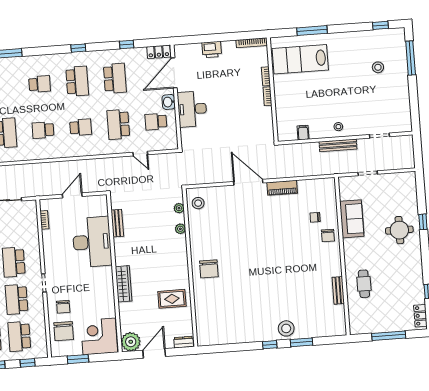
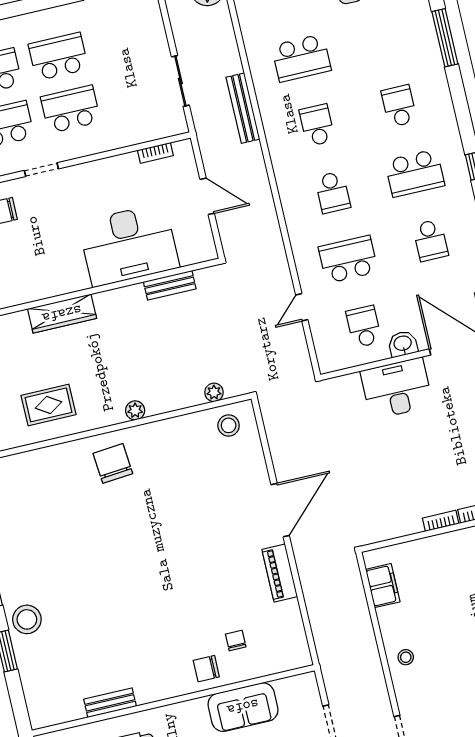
school desk: (115, 78) -> (430, 240), width x0.54
school desk: (40, 84) -> (399, 106), turned 180
filing cabinet: (303, 133) -> (383, 586), width x2.00
bench: (338, 145) -> (243, 108), moved
plant: (180, 229) -> (135, 410), moved
chair: (209, 269) -> (113, 463), turned 85
rug: (172, 299) -> (48, 405), turned 90

